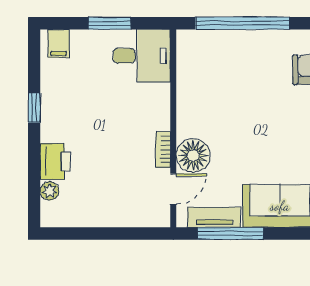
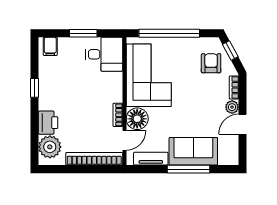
corner sofa: (211, 88) -> (149, 75), added
plant: (50, 191) -> (50, 147), width x1.88, depth x1.88
bookcase: (127, 217) -> (94, 159), added
window: (231, 233) -> (189, 169), moved

